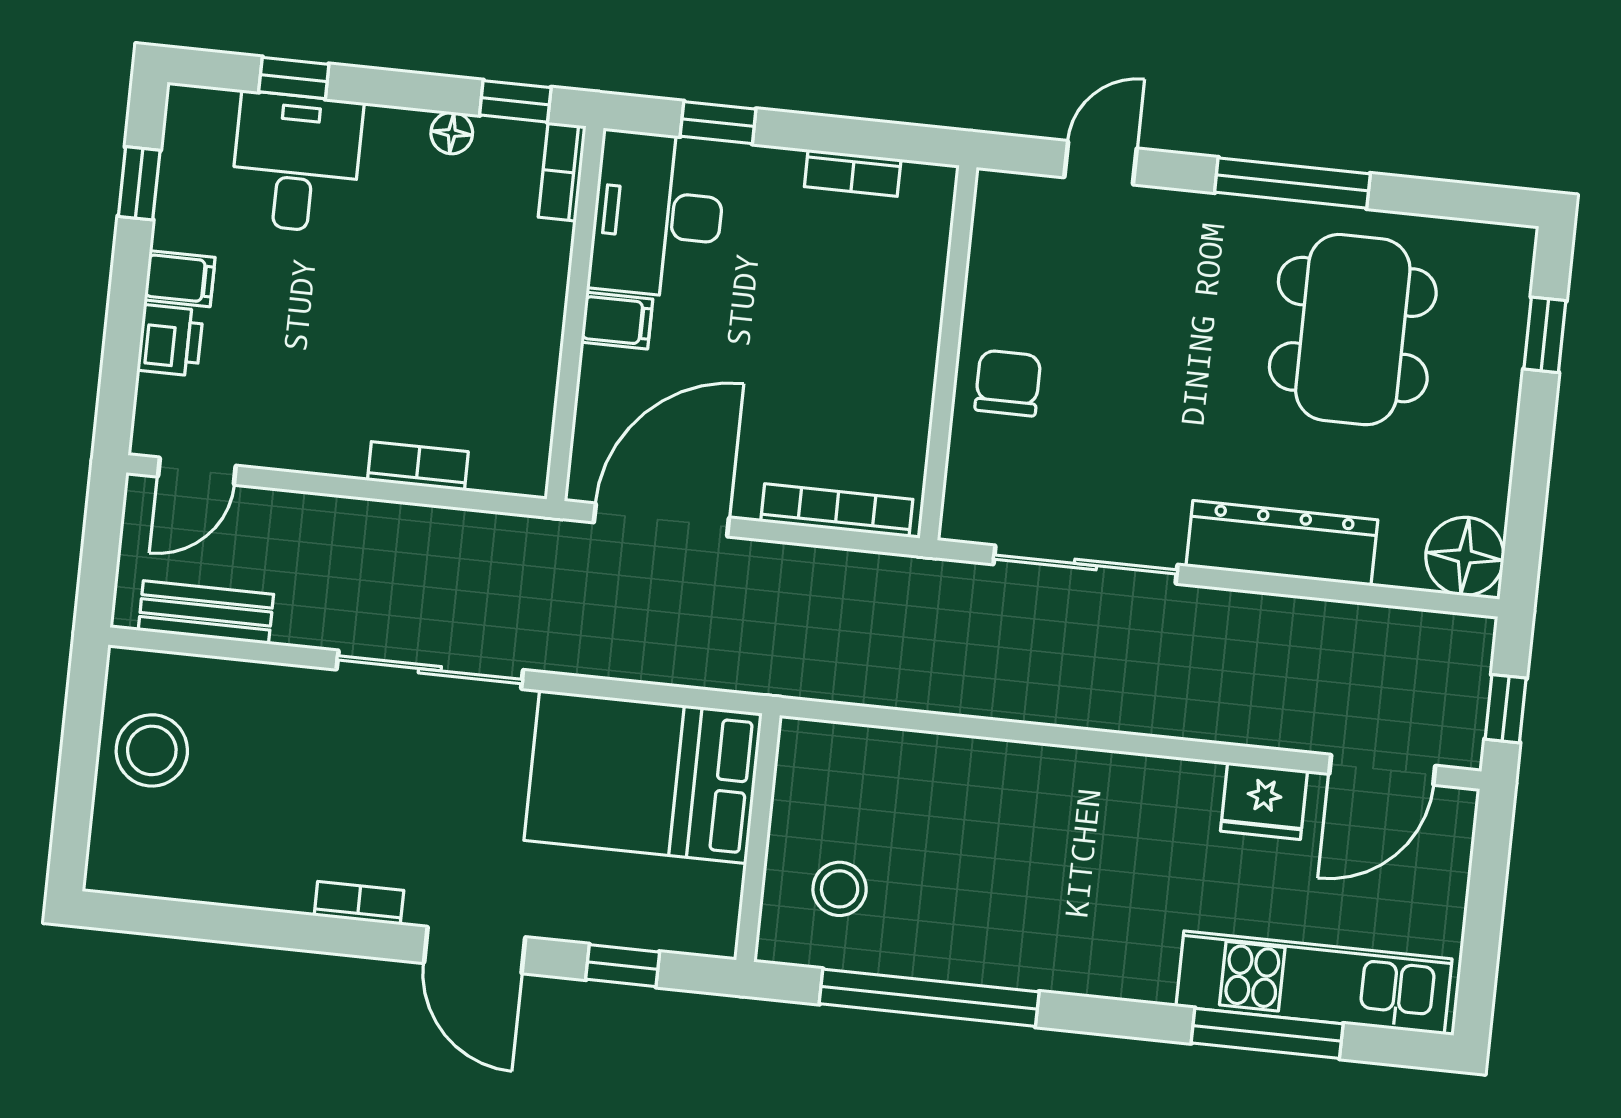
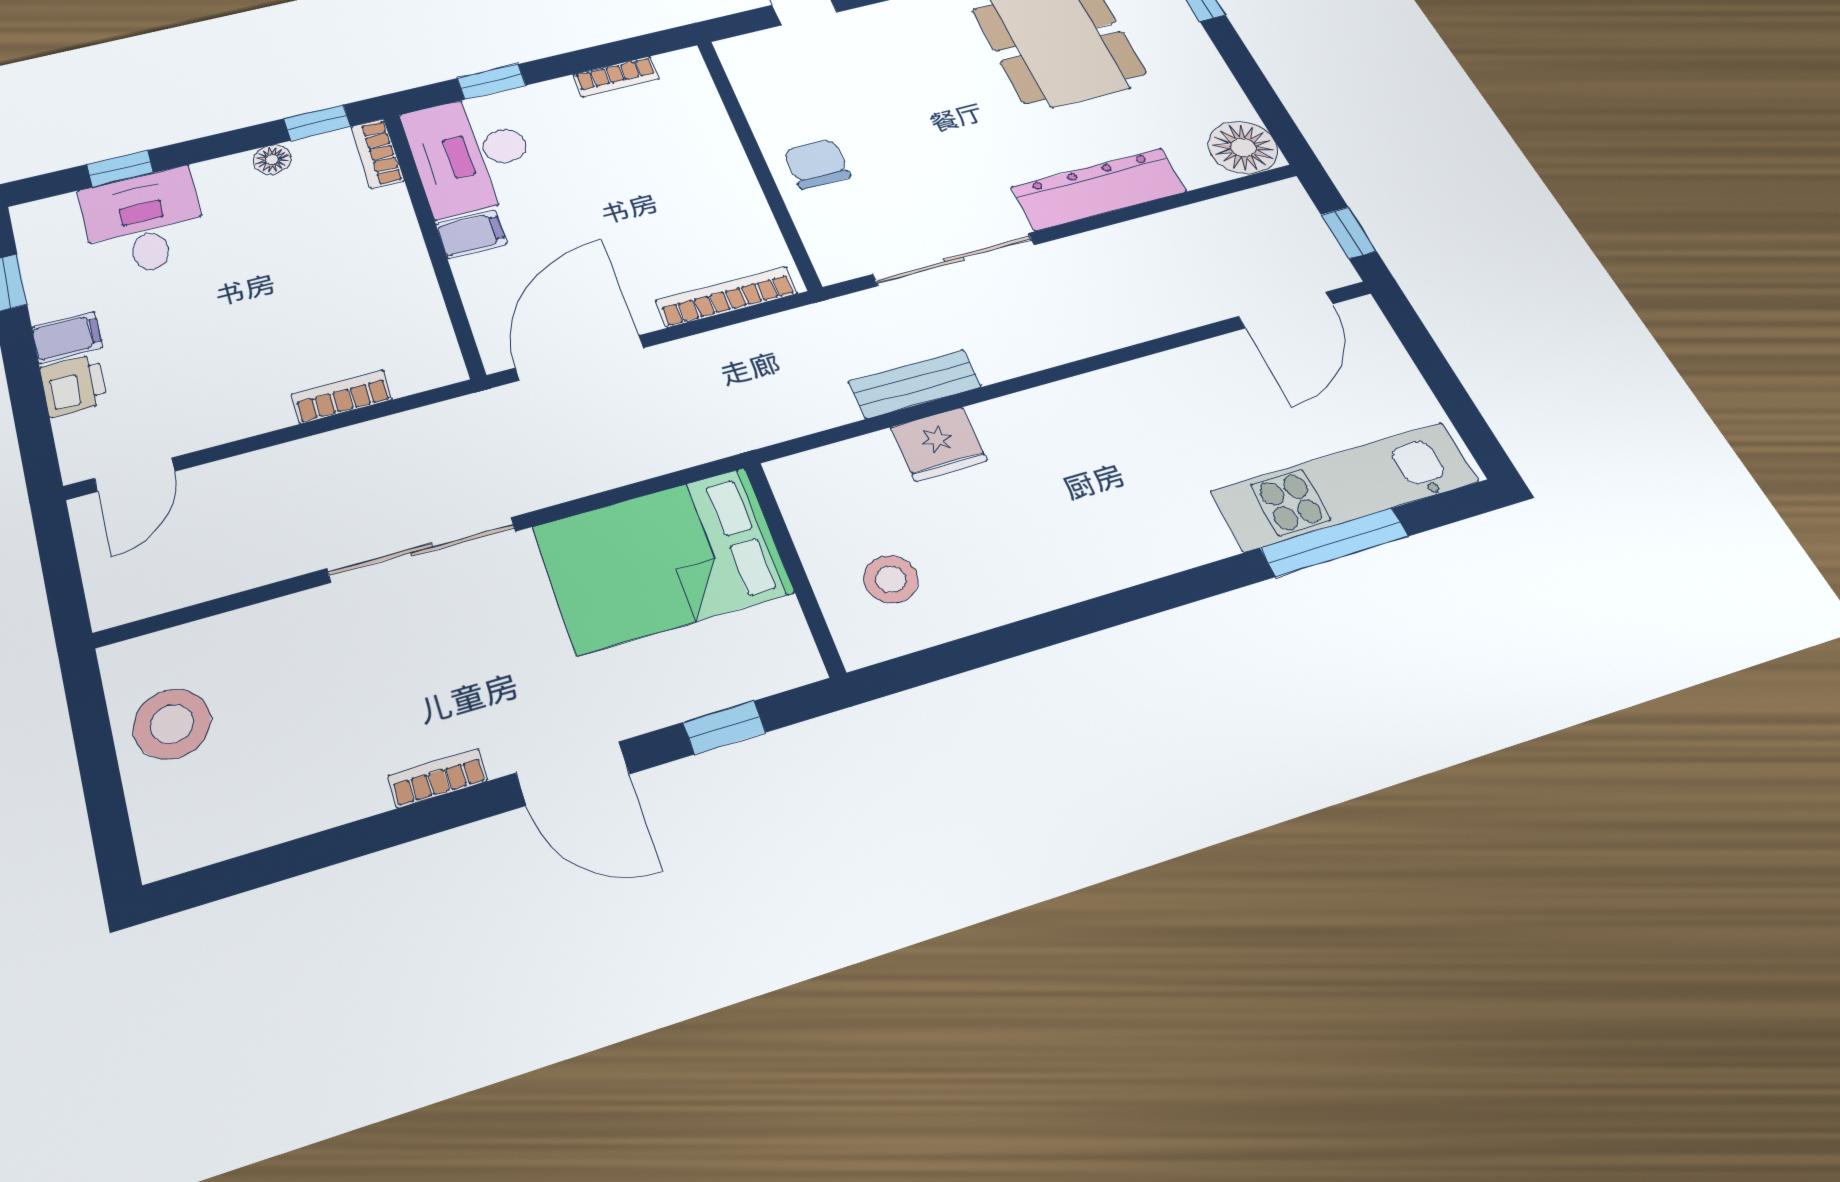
bench: (206, 612) -> (915, 384), moved
fridge: (1264, 801) -> (939, 444), moved
window: (929, 998) -> (1024, 636), removed

